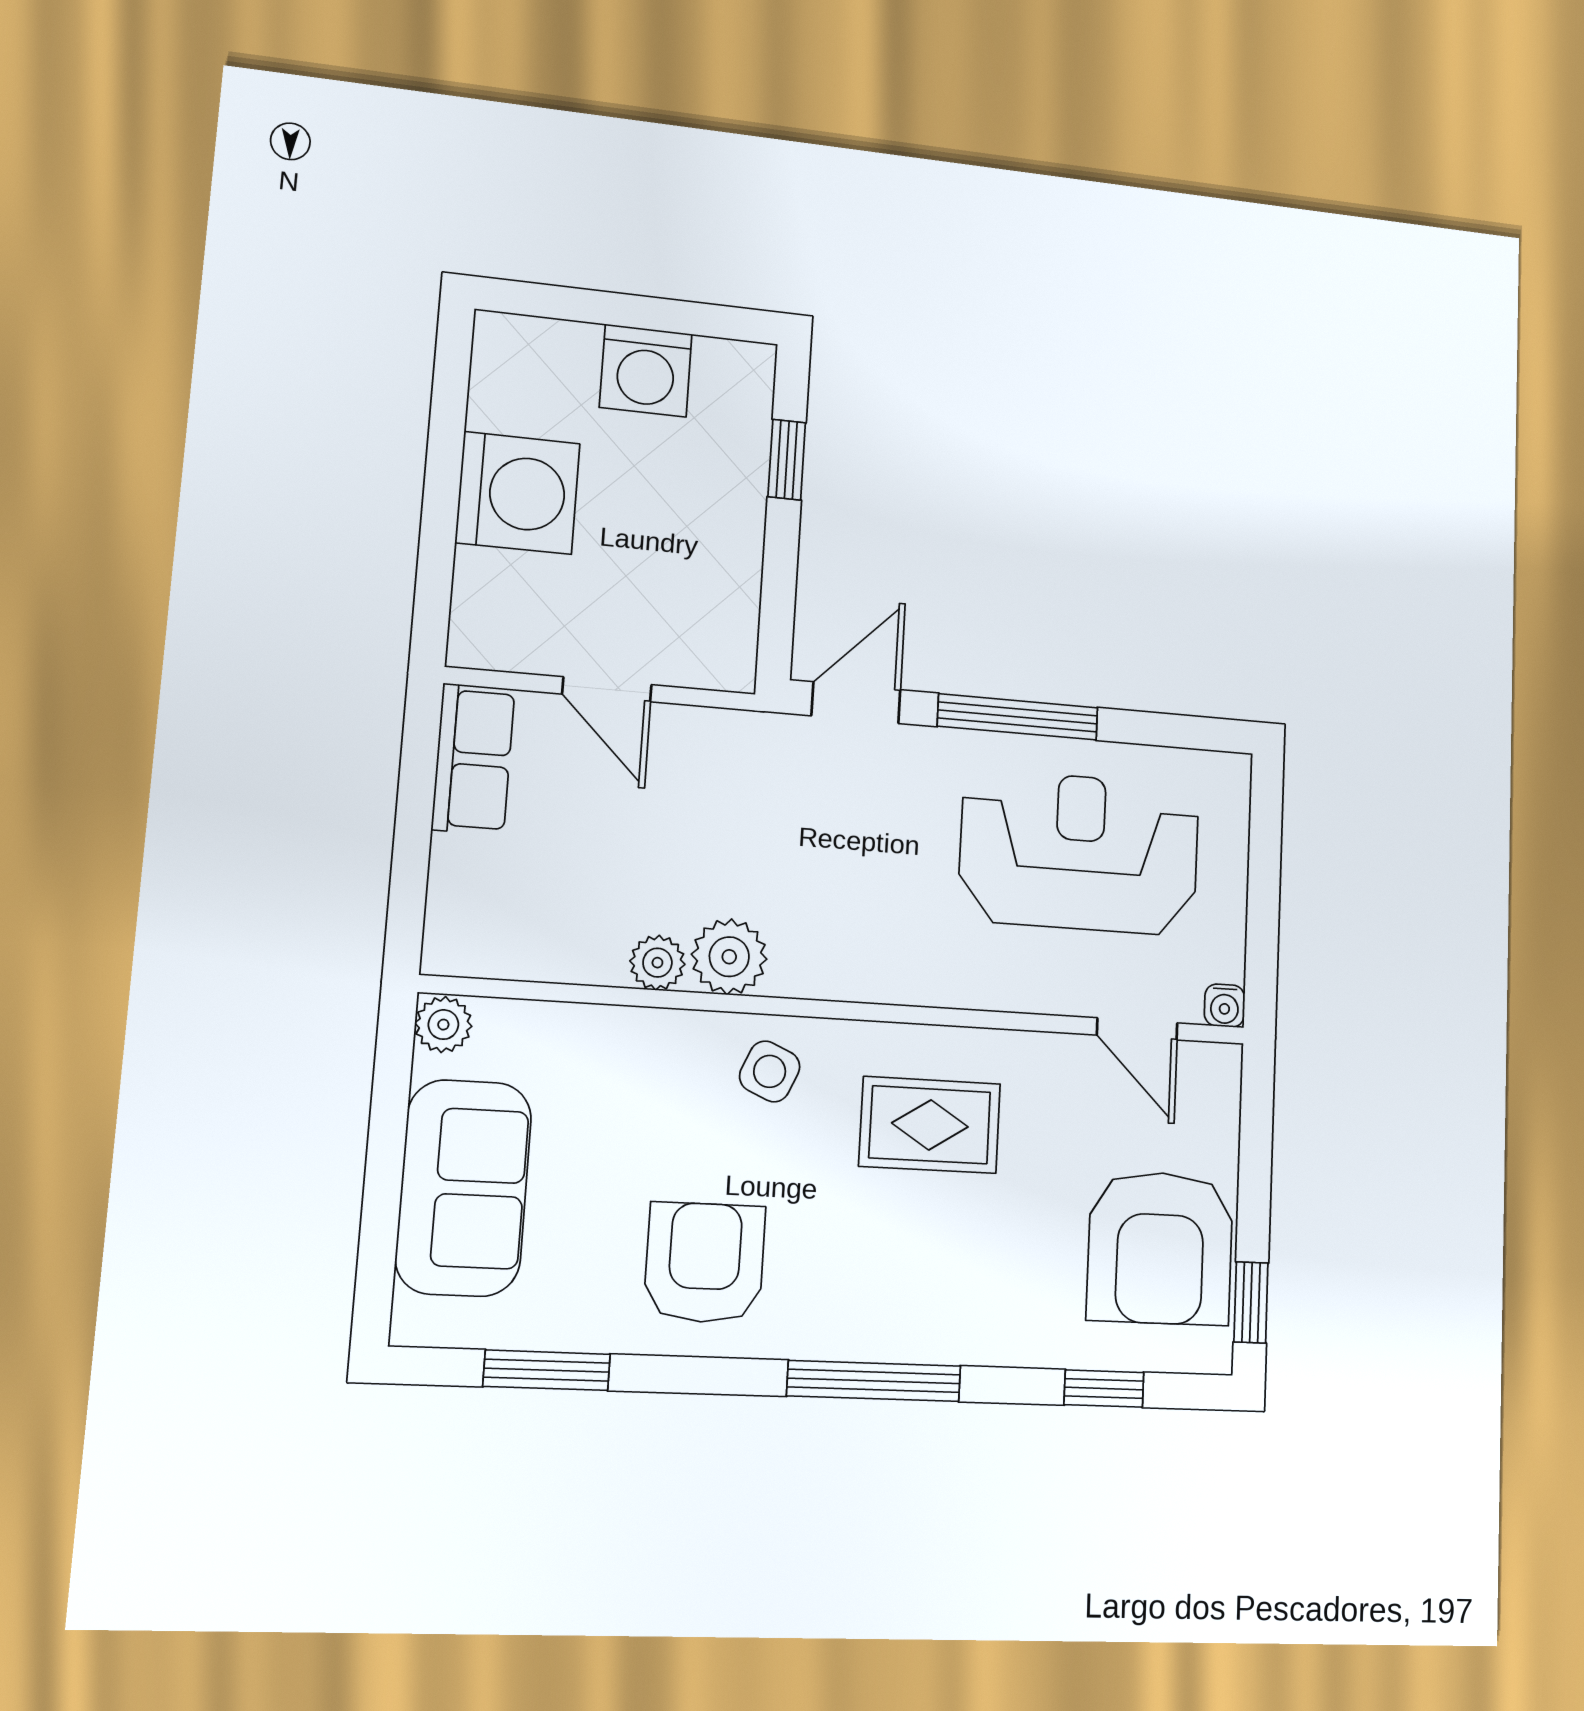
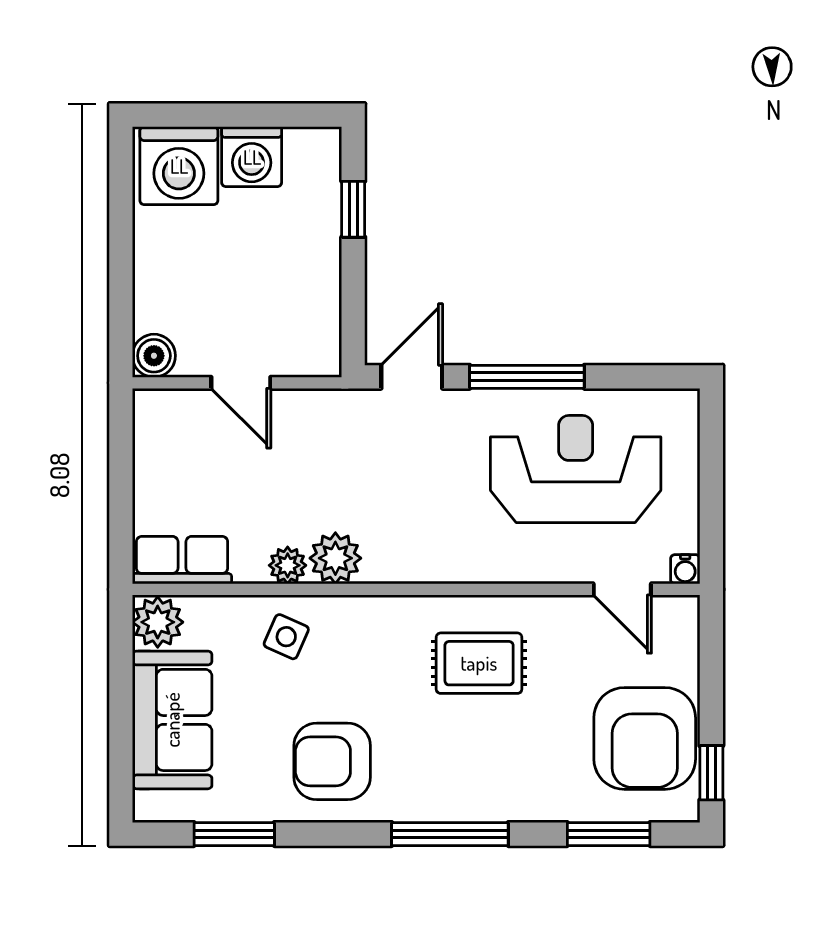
washing machine: (518, 493) -> (179, 166), moved, turned 90
boiler: (480, 638) -> (154, 356), added
row of seats: (473, 759) -> (182, 560), moved, turned -90
plant: (443, 1025) -> (158, 622), width x1.38, depth x1.38
side table: (770, 1071) -> (286, 637), moved
armchair: (705, 1263) -> (332, 761), turned -90
window: (1104, 1388) -> (609, 834), width x1.50

